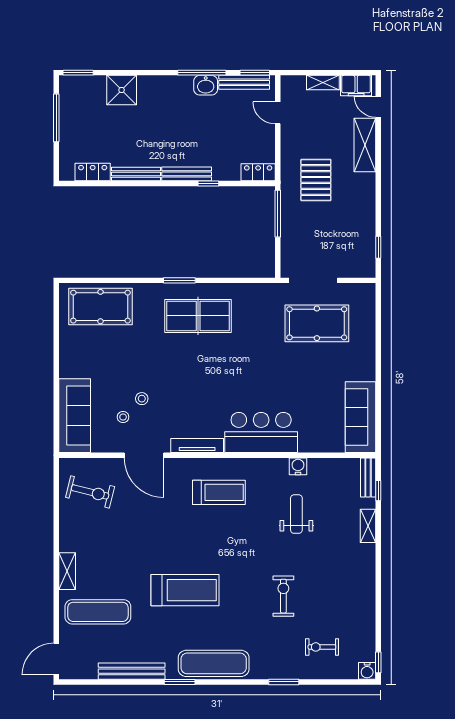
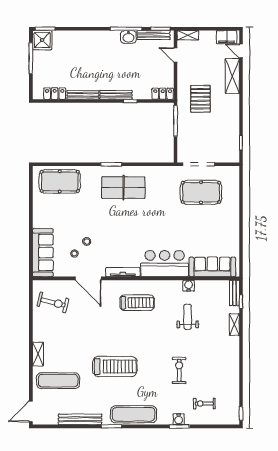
shelving: (323, 83) -> (188, 35), moved
shower: (122, 90) -> (42, 40), moved
sofa: (360, 417) -> (212, 267), moved, turned 90
water cooler: (367, 671) -> (179, 419), moved

